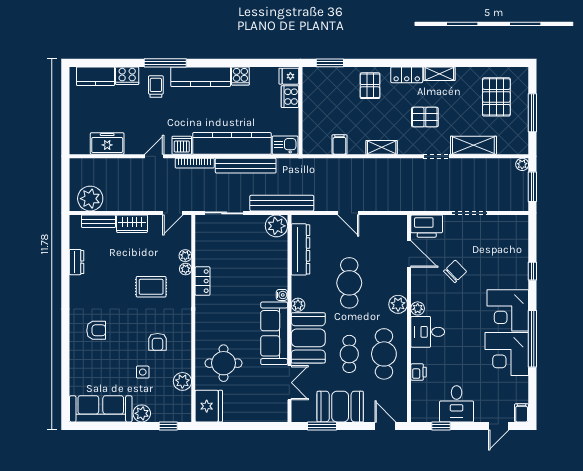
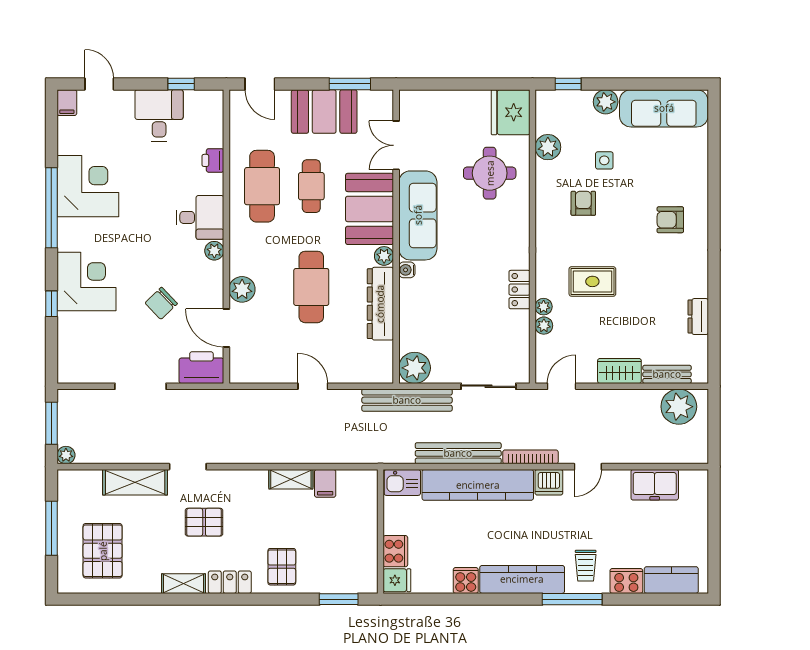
shelving: (382, 147) -> (291, 479), moved
dresser: (300, 249) -> (380, 304), moved
plant: (398, 304) -> (242, 289), moved
corner desk: (508, 310) -> (86, 281), moved
door: (499, 426) -> (99, 84), hinge flipped

